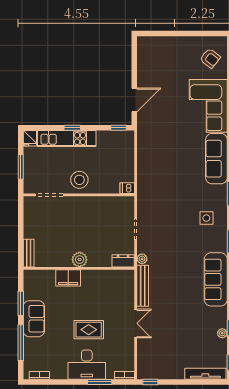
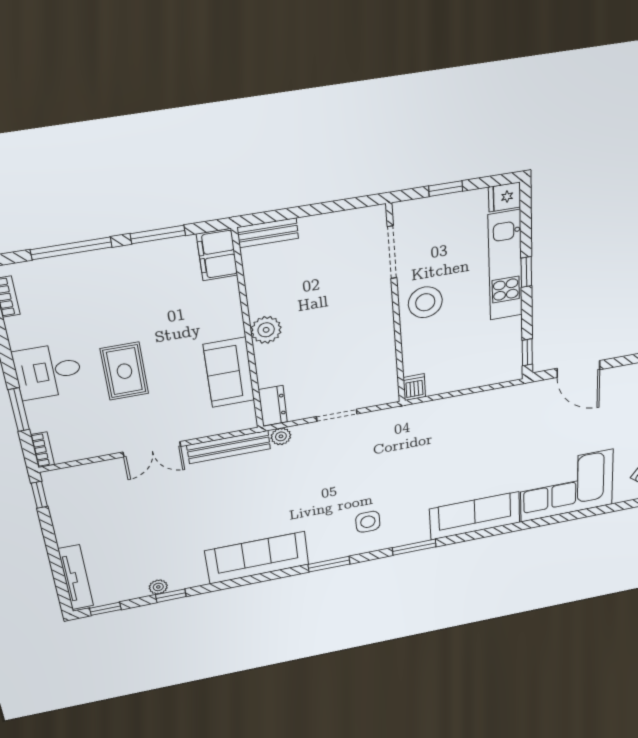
window: (21, 167) -> (446, 189), width x0.67
filing cabinet: (68, 278) -> (217, 255), moved
sofa: (34, 319) -> (229, 373), moved, turned 90
desk: (87, 365) -> (48, 371), width x0.73

